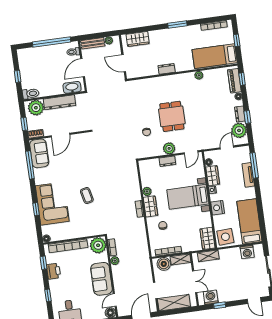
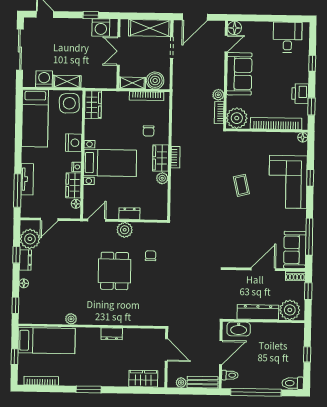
piano: (234, 81) -> (26, 305), removed
toilet: (31, 94) -> (293, 383), moved
shelving: (208, 256) -> (67, 81), moved

